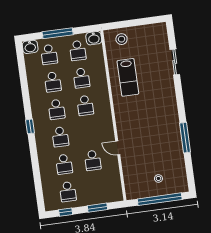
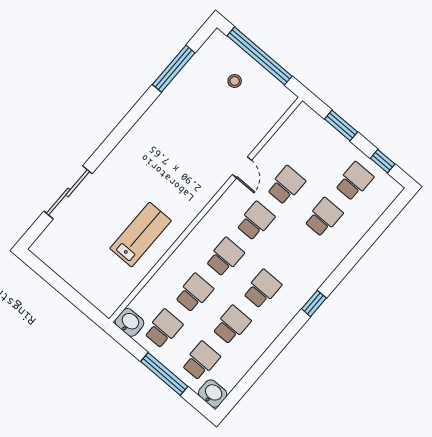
stool: (121, 39) -> (99, 286), removed
sliding door: (175, 62) -> (68, 192), width x1.37
school desk: (60, 137) -> (255, 221), moved
window: (185, 138) -> (174, 69), moved

